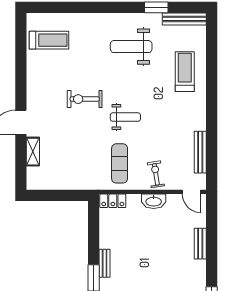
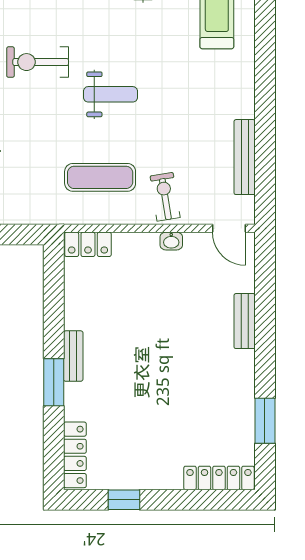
exercise mat: (120, 163) -> (100, 177), turned 90
washbasin: (154, 201) -> (171, 241), width x0.52, depth x0.69

